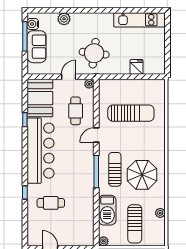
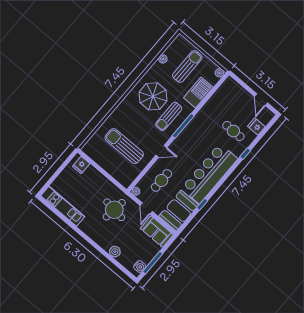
sofa: (37, 47) -> (157, 232), moved, turned -90
fridge: (136, 67) -> (81, 165), moved
door: (69, 77) -> (146, 208), hinge flipped
fridge: (35, 223) -> (256, 127), added

